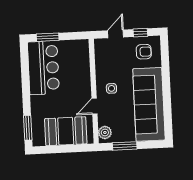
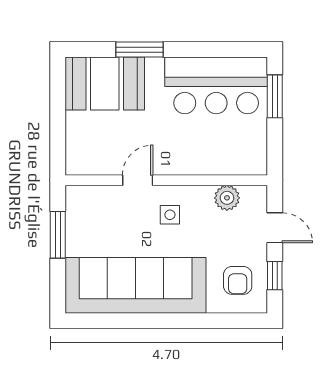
door: (94, 106) -> (138, 180), hinge flipped
window: (28, 128) -> (139, 50), moved
booth: (66, 131) -> (105, 83), moved, turned 90
plant: (105, 132) -> (227, 198), moved

